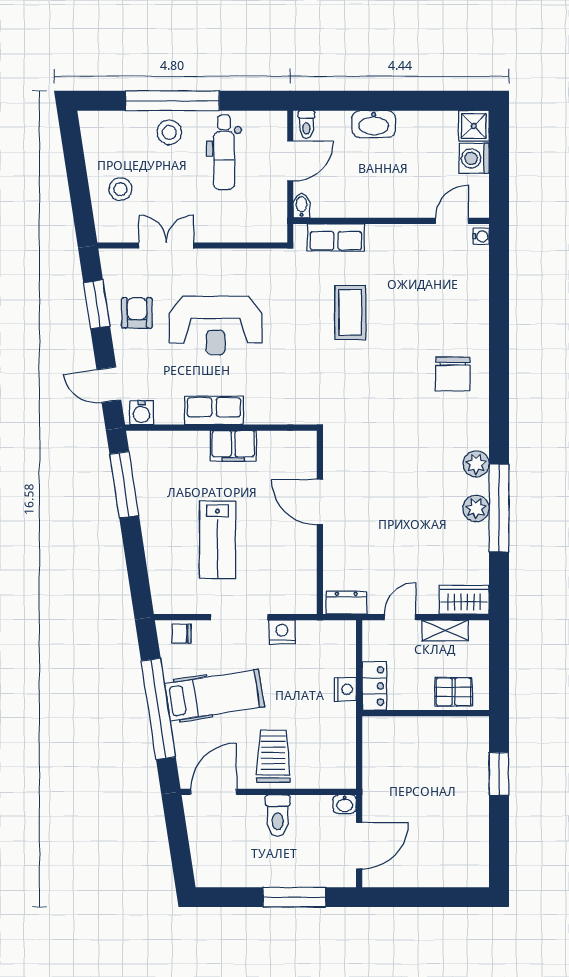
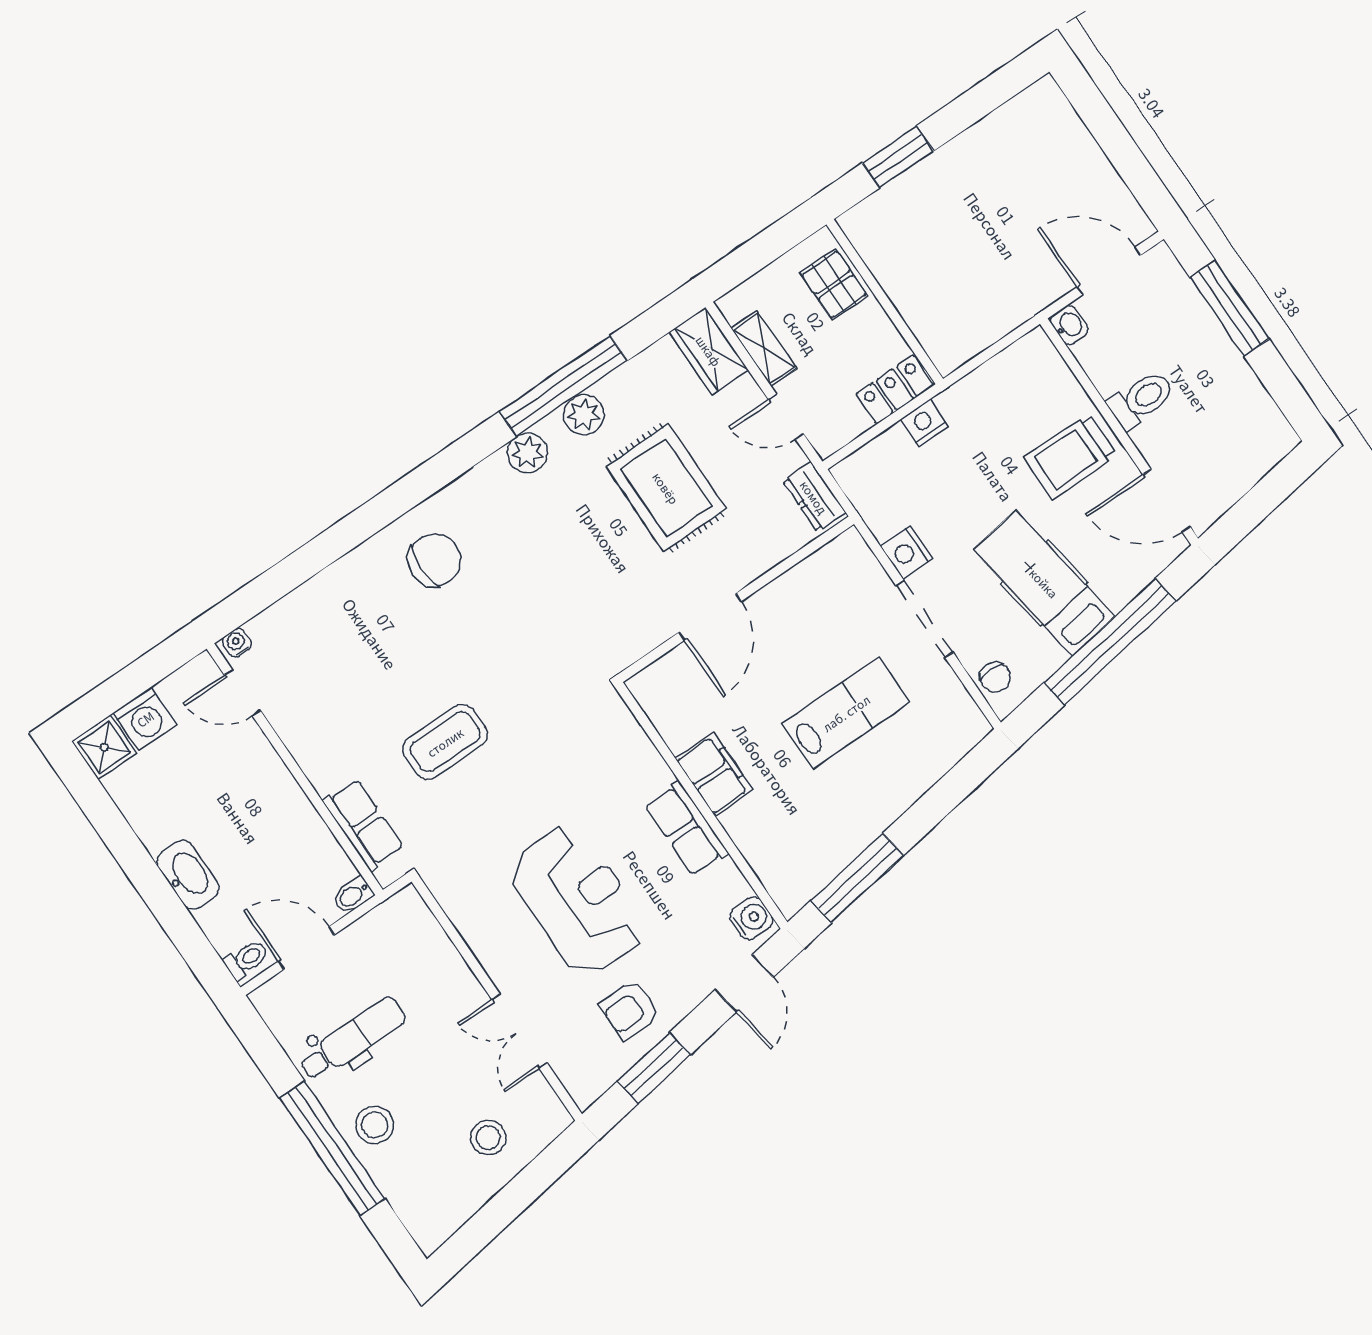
rug: (406, 526) -> (666, 488), added

